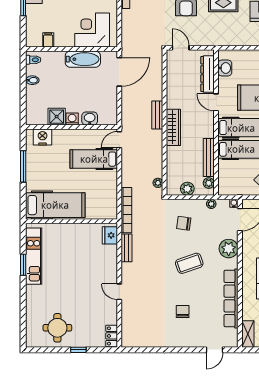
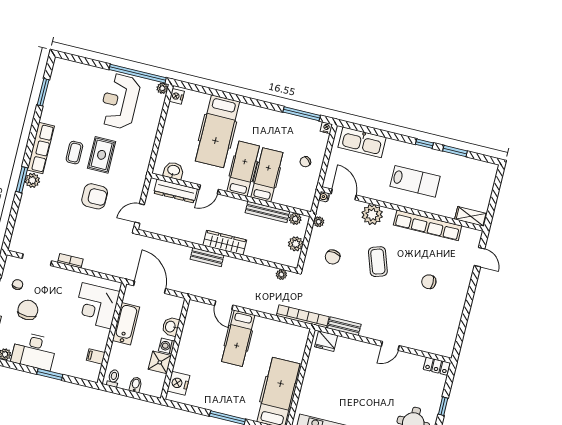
shower: (57, 117) -> (160, 362), moved
washbasin: (90, 118) -> (171, 327), moved
washing machine: (72, 119) -> (167, 346), moved
wall: (72, 127) -> (175, 349), moved
nightstand: (43, 137) -> (178, 383), moved

